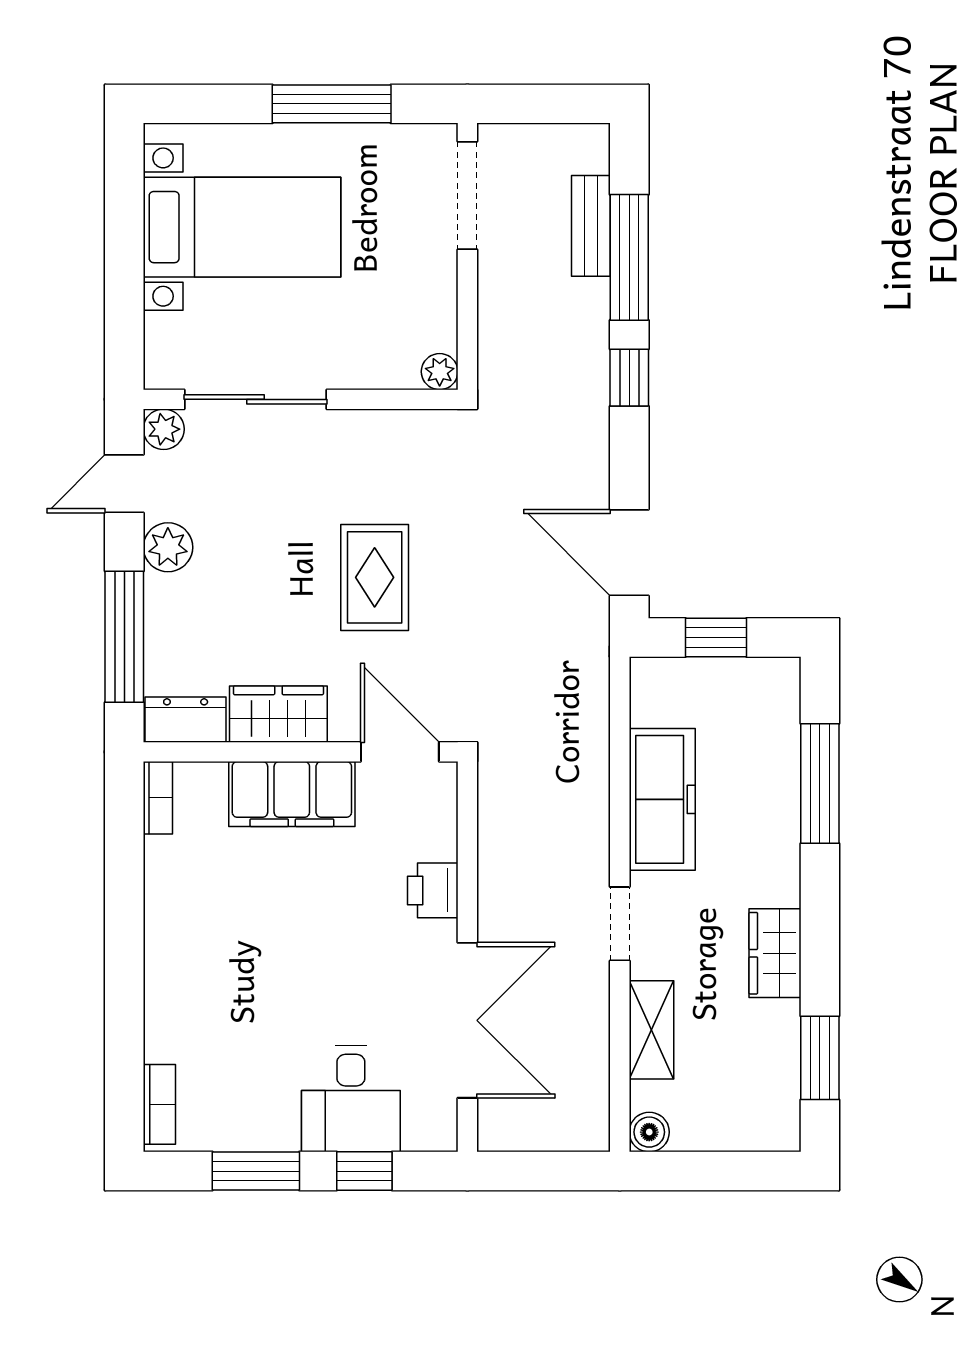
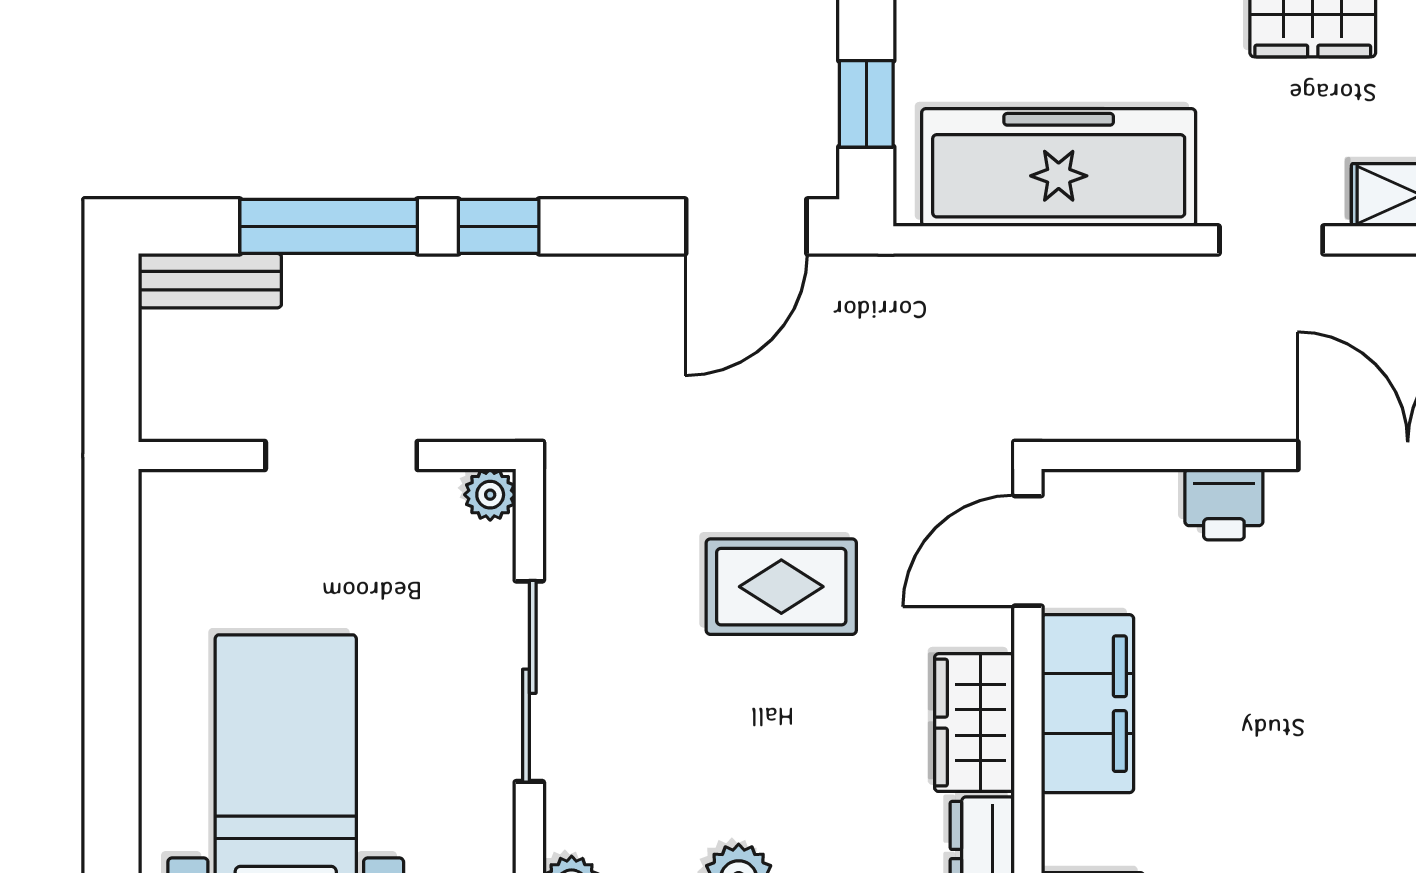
window: (332, 104) -> (112, 647), removed
doorway: (467, 196) -> (341, 455), moved
bench: (591, 226) -> (210, 281), moved
sliding door: (256, 399) -> (529, 681), moved
freezer: (662, 799) -> (1059, 168), width x1.36, depth x1.26

